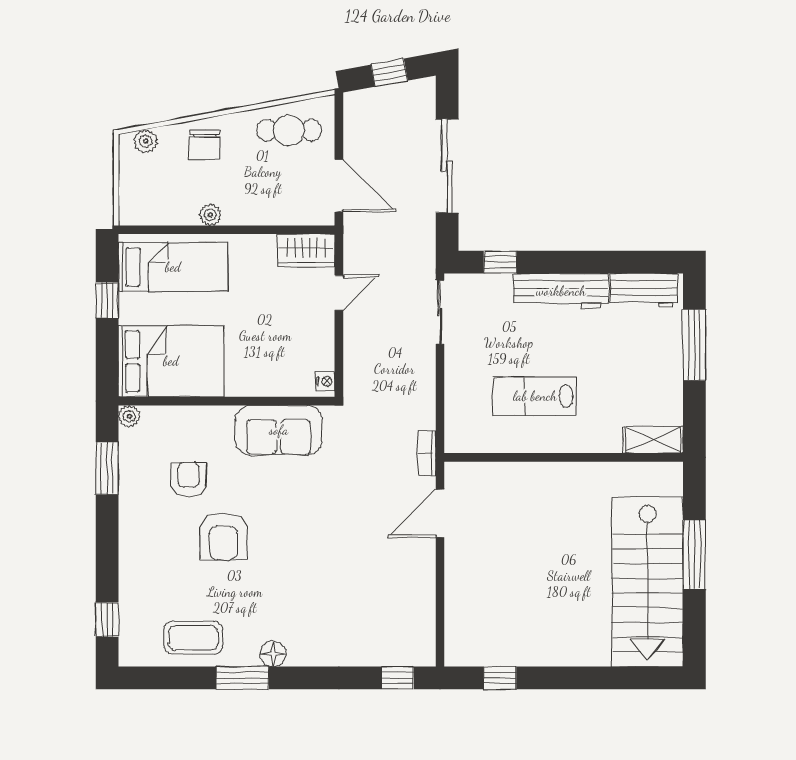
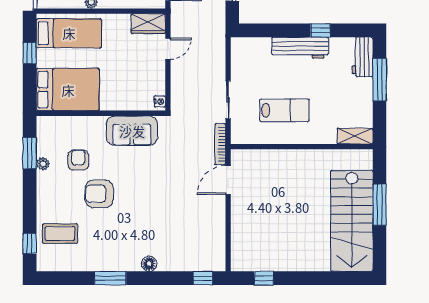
window: (500, 262) -> (320, 30), moved
workbench: (644, 291) -> (363, 57), moved, turned 90
sliding door: (440, 312) -> (228, 100), moved
lab bench: (535, 396) -> (284, 110), turned 180
plant: (129, 416) -> (43, 164), moved
bookcase: (427, 453) -> (220, 144), width x1.56
armchair: (224, 536) -> (99, 194), turned 90
coffee table: (193, 638) -> (60, 234), moved
floor lamp: (273, 654) -> (149, 264), moved

